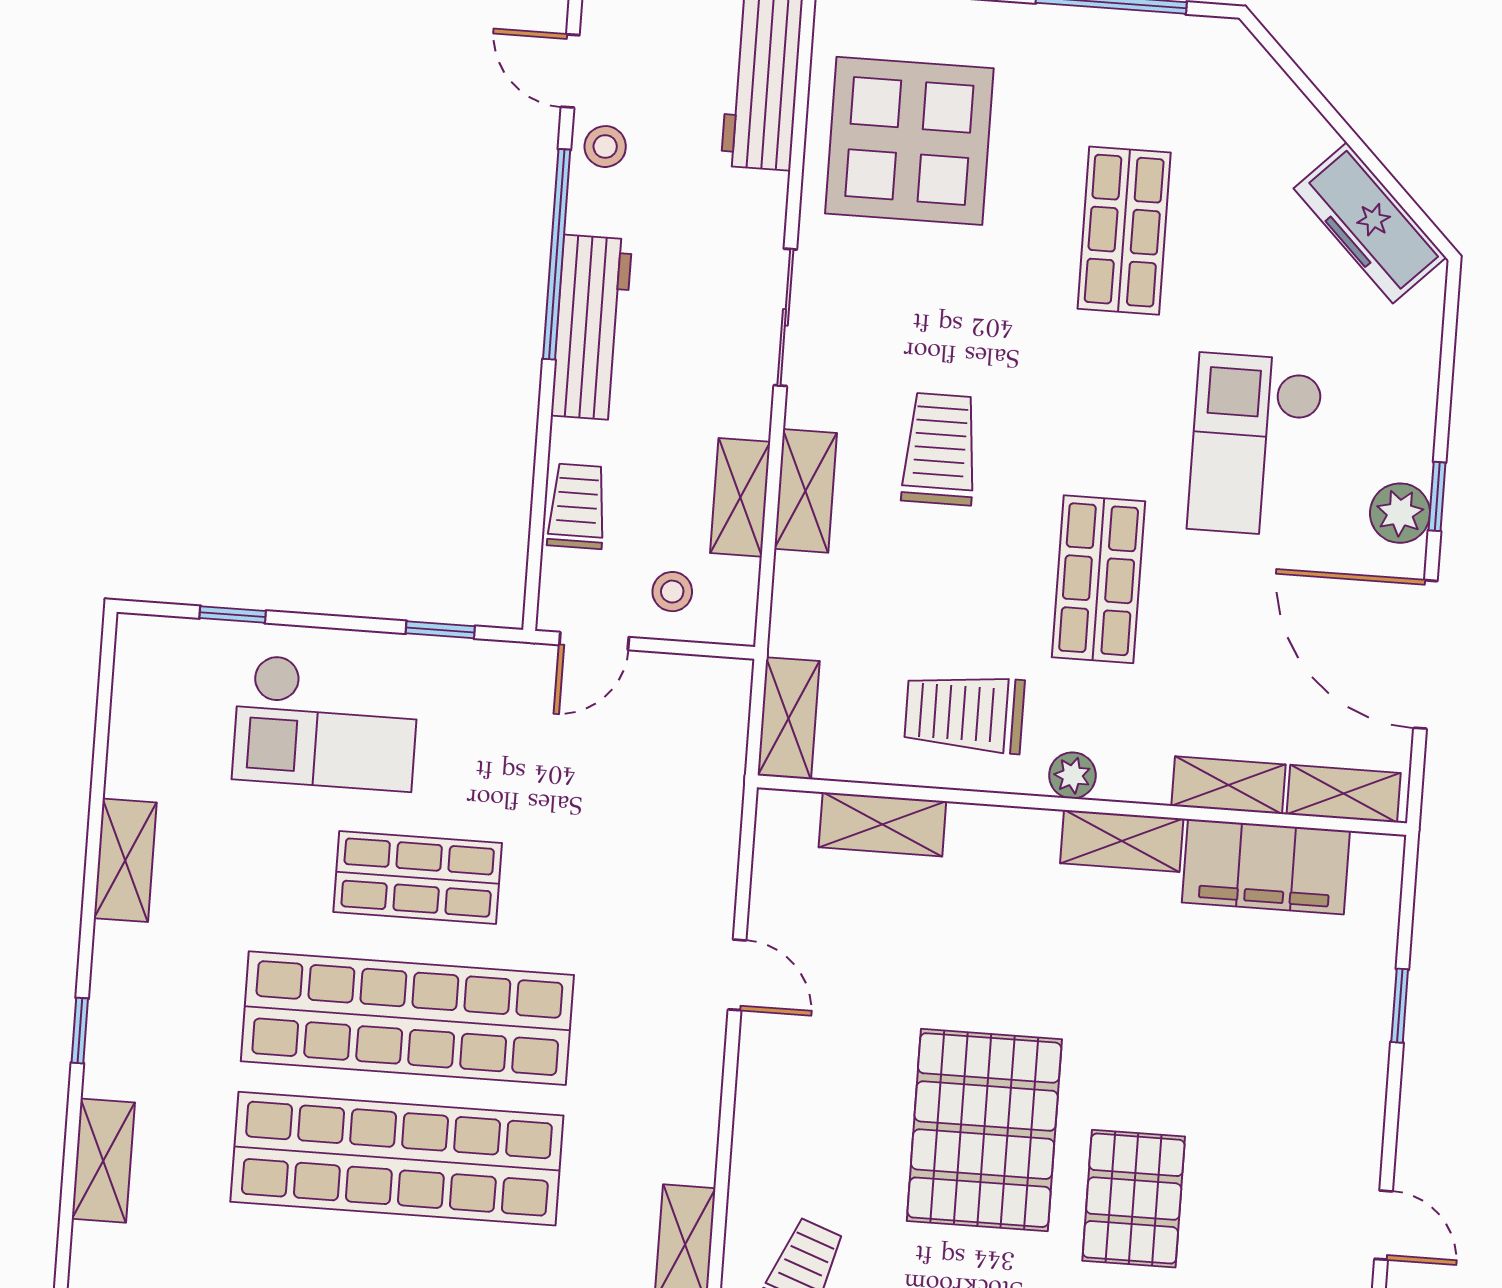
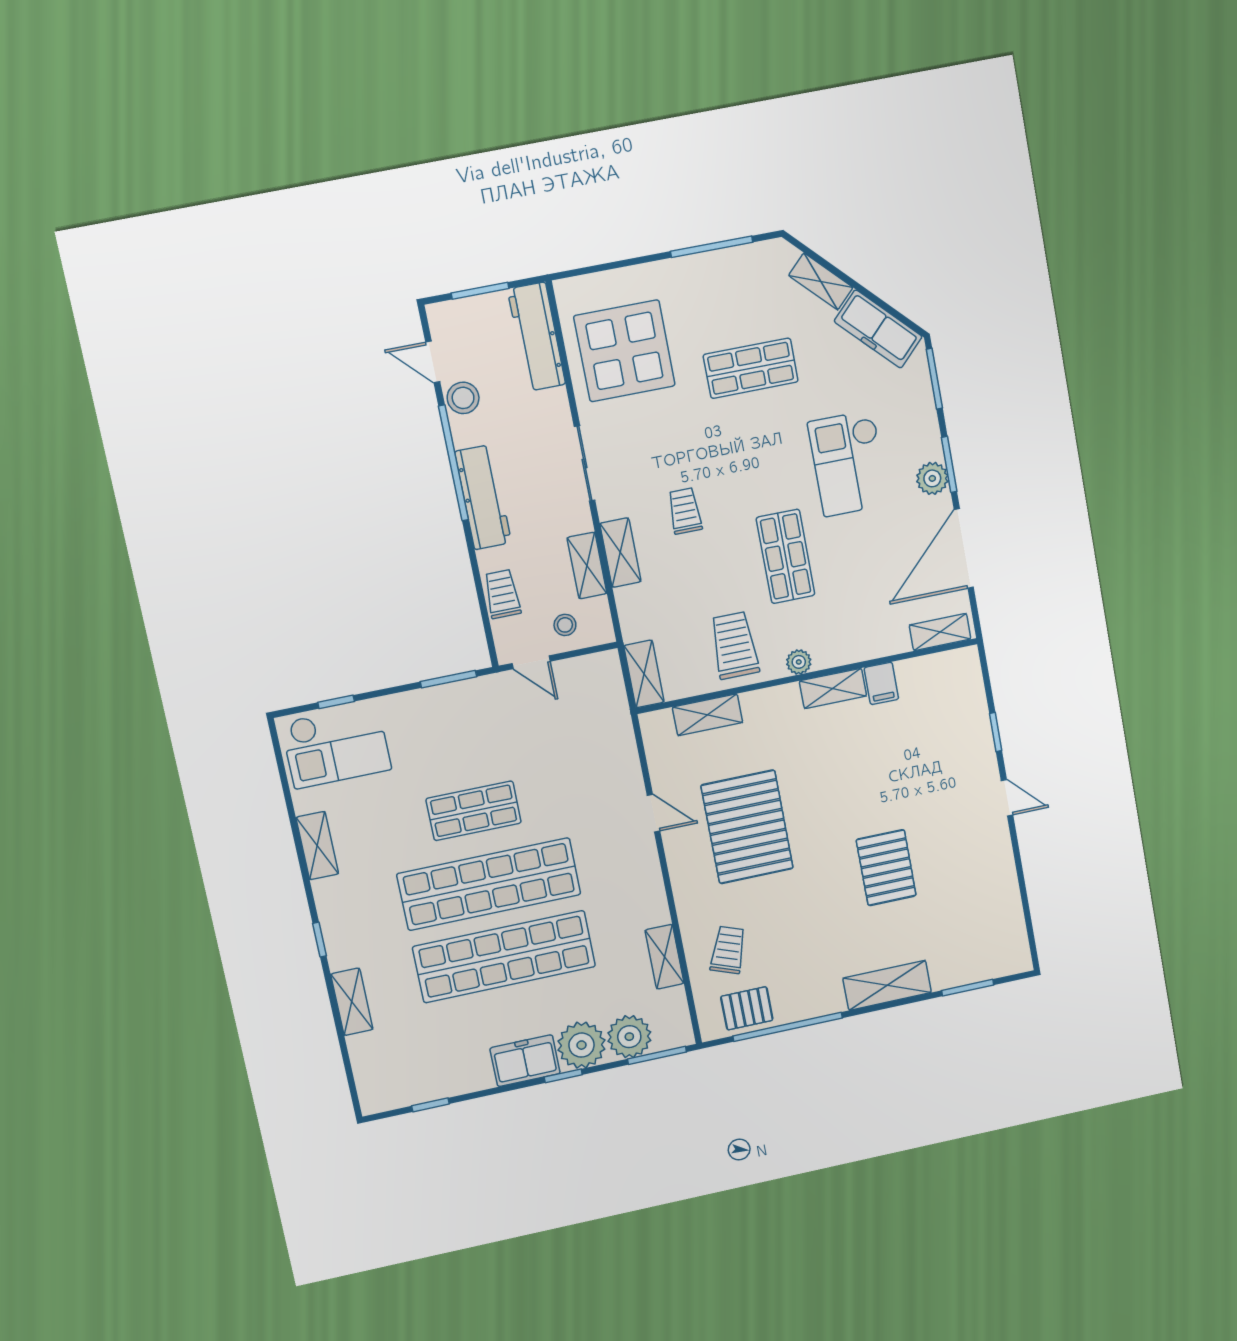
stool: (605, 147) -> (463, 398), width x1.37, depth x1.37
shop shelf: (1124, 231) -> (751, 368), turned 90
window: (1449, 337) -> (934, 379), added
trolley: (940, 449) -> (685, 511), width x0.73, depth x0.72
window: (1437, 496) -> (949, 464), width x1.50
window: (440, 630) -> (448, 679), width x1.50
door: (594, 641) -> (531, 662), hinge flipped
door: (1425, 654) -> (964, 548), hinge flipped
trolley: (964, 713) -> (734, 646), turned 90
checkout: (326, 723) -> (336, 746), moved
shelving: (1229, 785) -> (821, 281), moved, turned 45
filing cabinet: (1266, 867) -> (881, 683), width x0.33, depth x0.86
pallet: (984, 1130) -> (747, 827), moved
door: (1384, 1225) -> (1007, 798), moved

